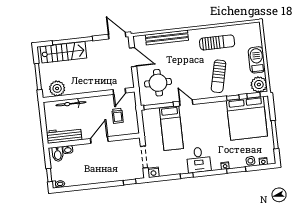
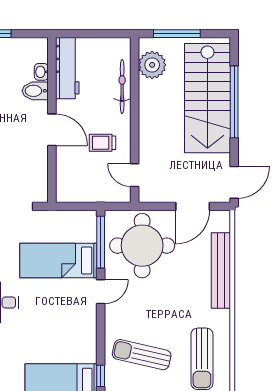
stairs: (63, 52) -> (207, 98), width x1.36, depth x1.51
round table: (158, 83) -> (142, 246), width x1.36, depth x1.36
trolley: (118, 116) -> (102, 143), moved
bidet: (58, 154) -> (35, 91), moved

